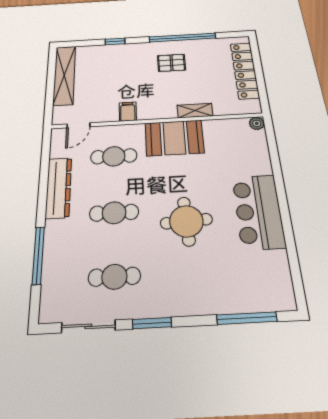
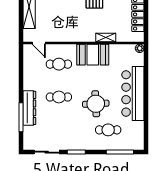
filing cabinet: (128, 112) -> (67, 36), removed
door: (78, 125) -> (39, 43), hinge flipped
dresser: (59, 188) -> (29, 108), moved
bar counter: (258, 212) -> (133, 93), width x1.36
cafe table: (114, 277) -> (108, 130), moved

